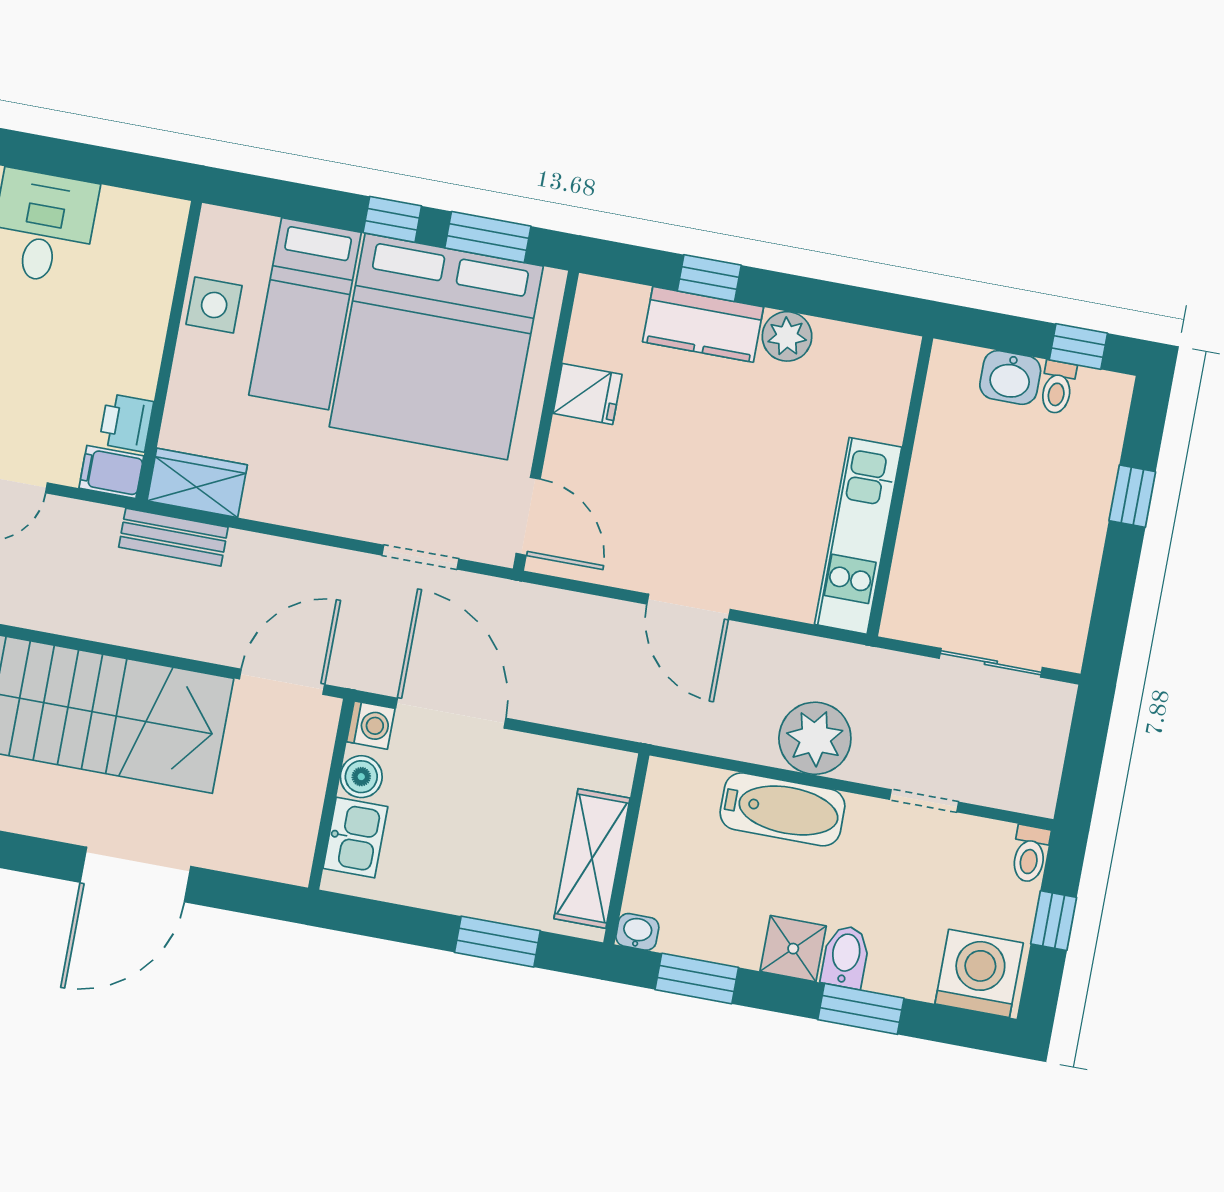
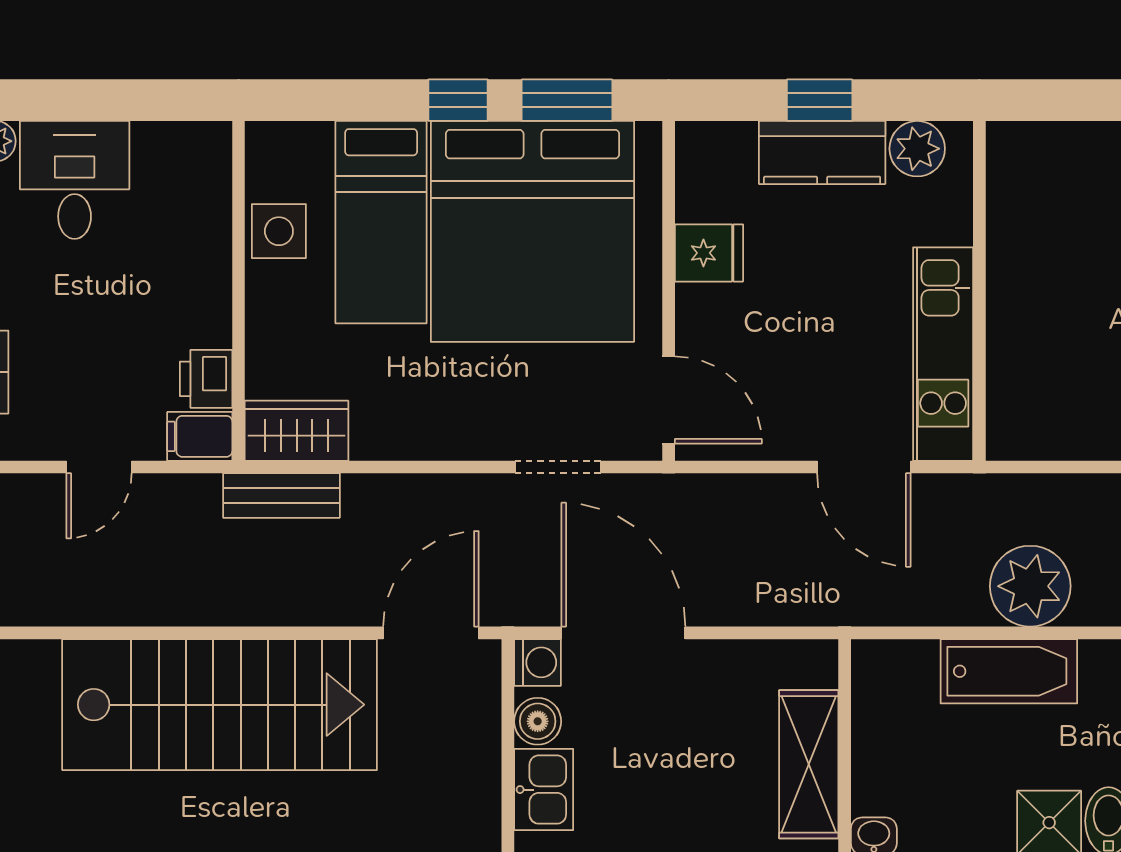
wall: (900, 486) -> (979, 291), moved
kitchen unit: (858, 536) -> (943, 354), moved

